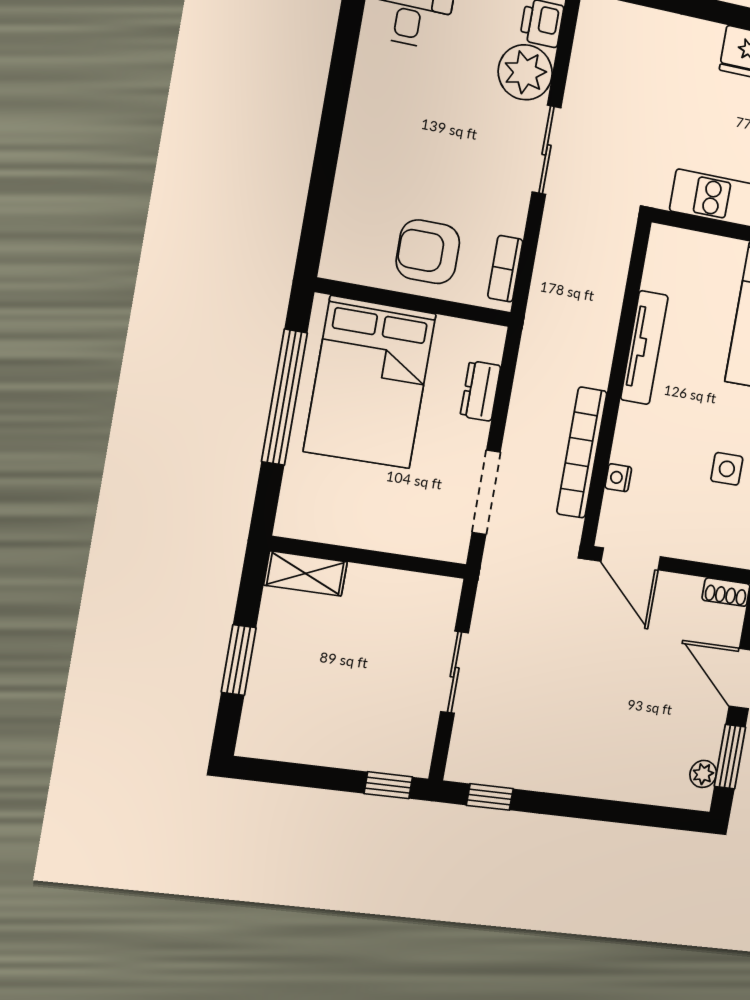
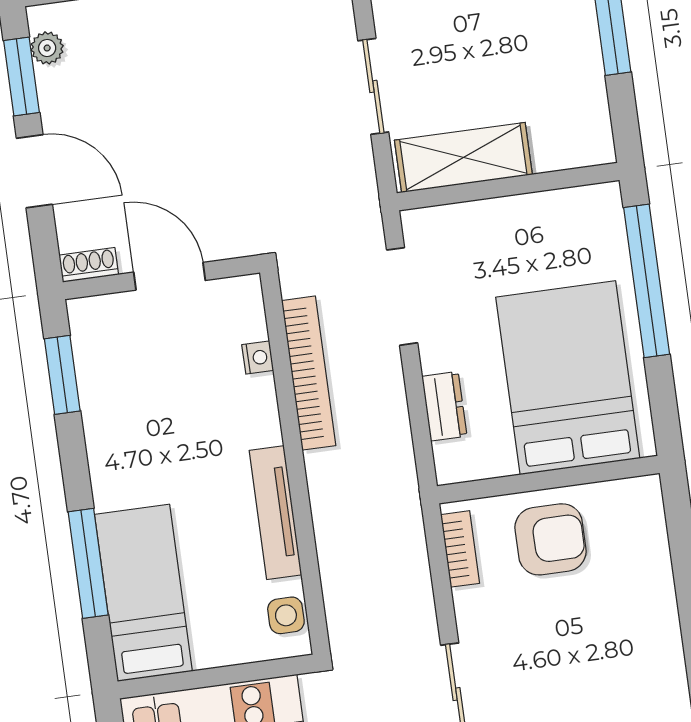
window: (284, 397) -> (647, 281), moved
side table: (727, 469) -> (286, 615), moved
door: (631, 559) -> (170, 276), moved
shelving: (306, 573) -> (463, 157), moved, width x1.50, depth x1.33

